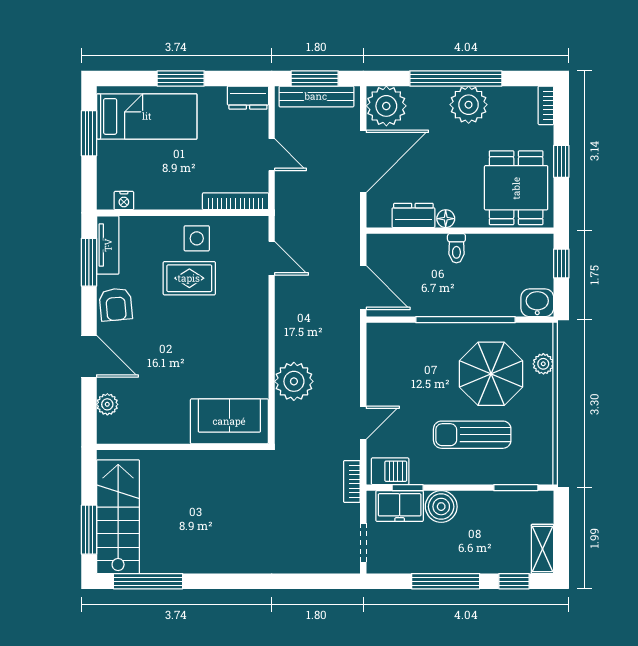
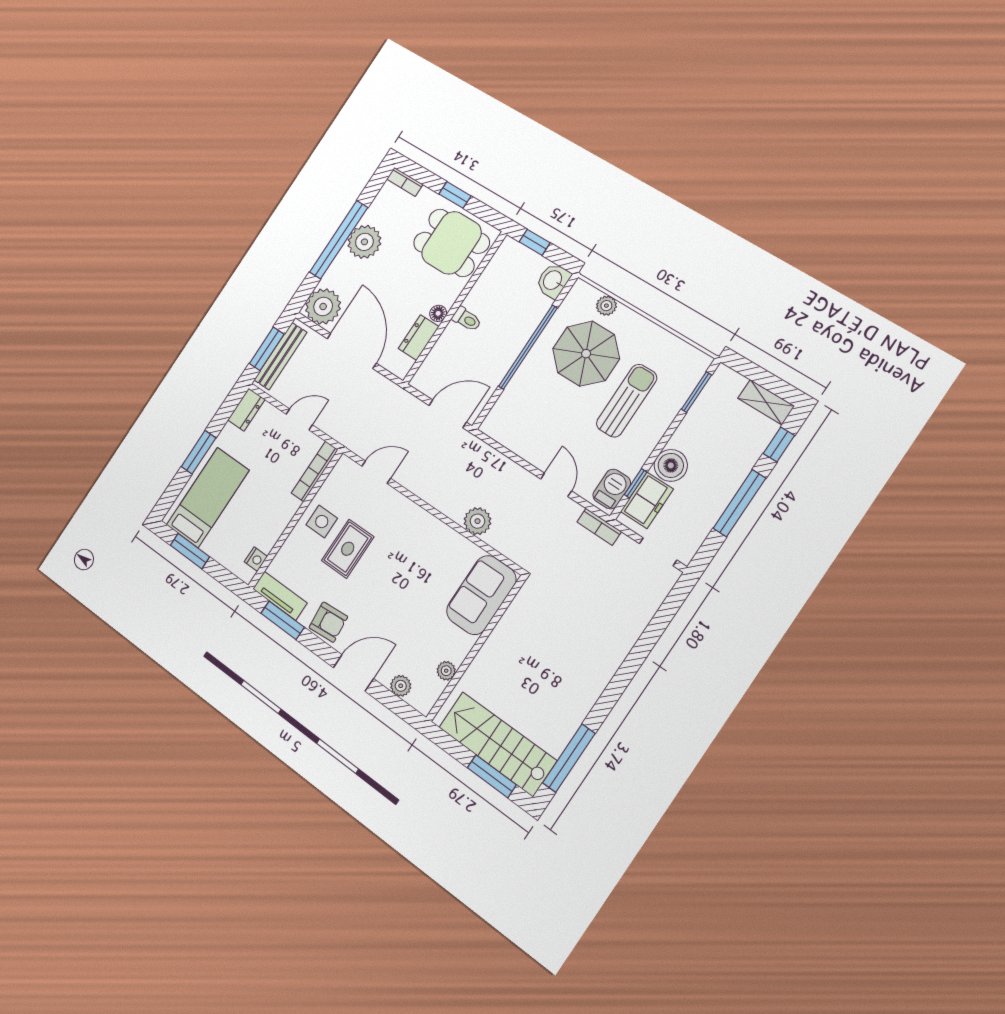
plant: (294, 381) -> (477, 521), width x0.73, depth x0.73
plant: (147, 434) -> (446, 671), added
sun lounger: (472, 435) -> (627, 401), turned 180

